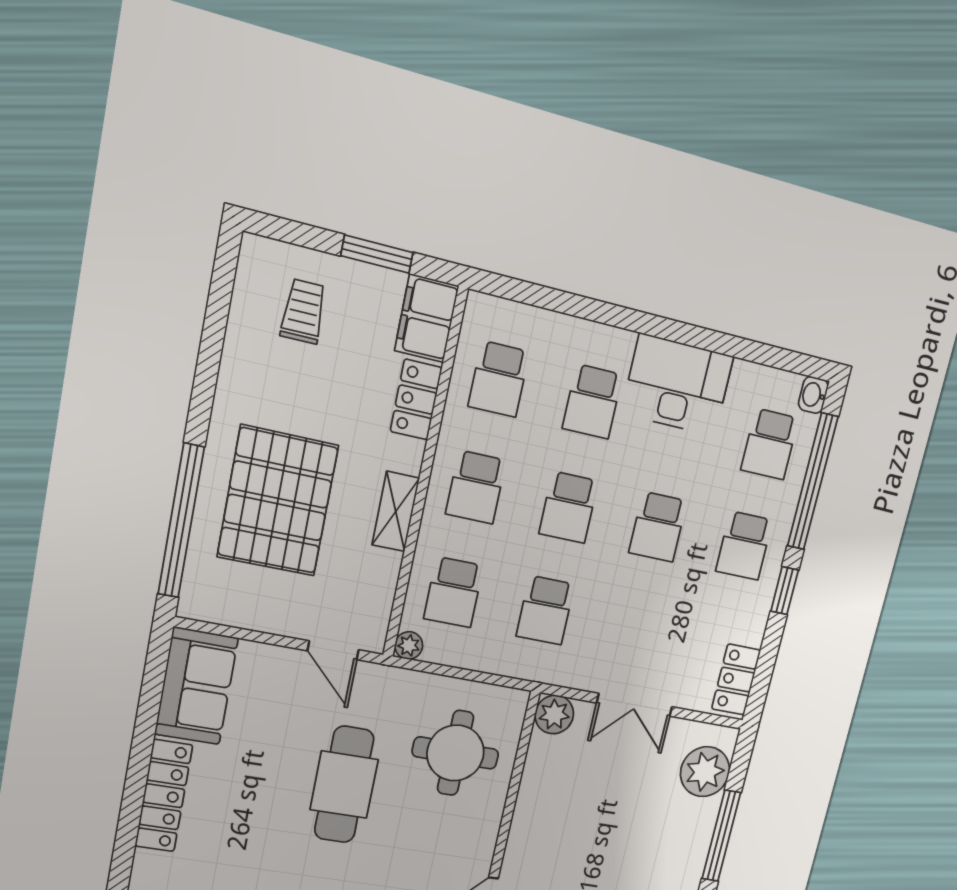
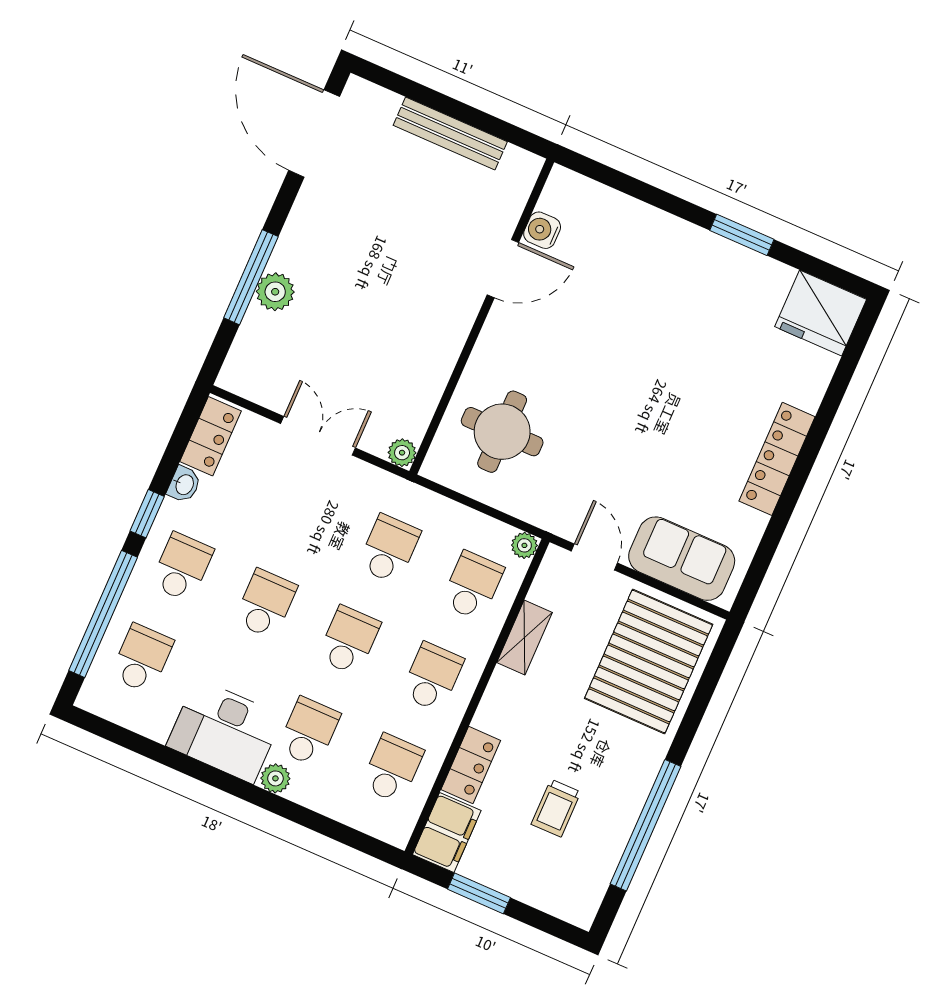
trolley: (303, 311) -> (556, 808), moved
plant: (618, 344) -> (275, 778), added
washbasin: (813, 395) -> (184, 484), moved
pallet: (278, 501) -> (649, 661), moved
shelving: (396, 512) -> (524, 637), moved
window: (181, 521) -> (646, 825), moved
sofa: (196, 686) -> (682, 559), moved, turned 90
plant: (554, 715) -> (402, 453), width x0.73, depth x0.73
plant: (705, 772) -> (275, 292), moved, width x0.73, depth x0.73
cafe table: (344, 785) -> (613, 427), removed

